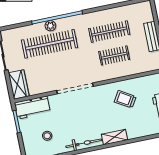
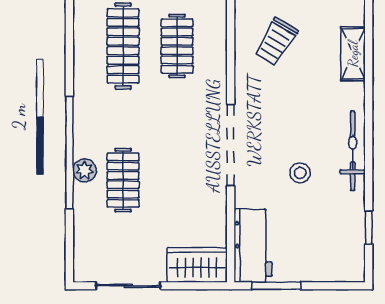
clothes rail: (50, 44) -> (123, 180), width x0.54, depth x0.76
stool: (47, 136) -> (300, 173), moved
shelving: (114, 137) -> (353, 54), moved

